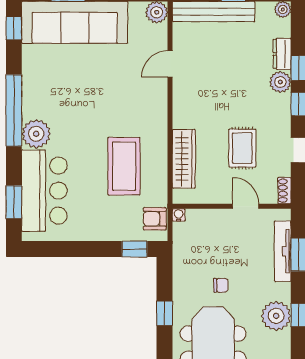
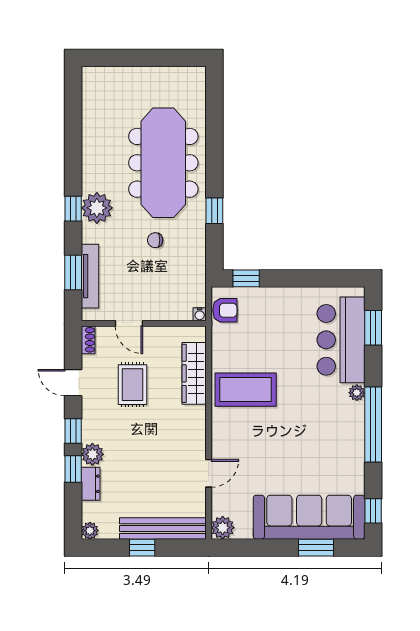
plant: (36, 134) -> (357, 393), width x0.53, depth x0.53
coffee table: (124, 166) -> (246, 390), moved, turned 90

